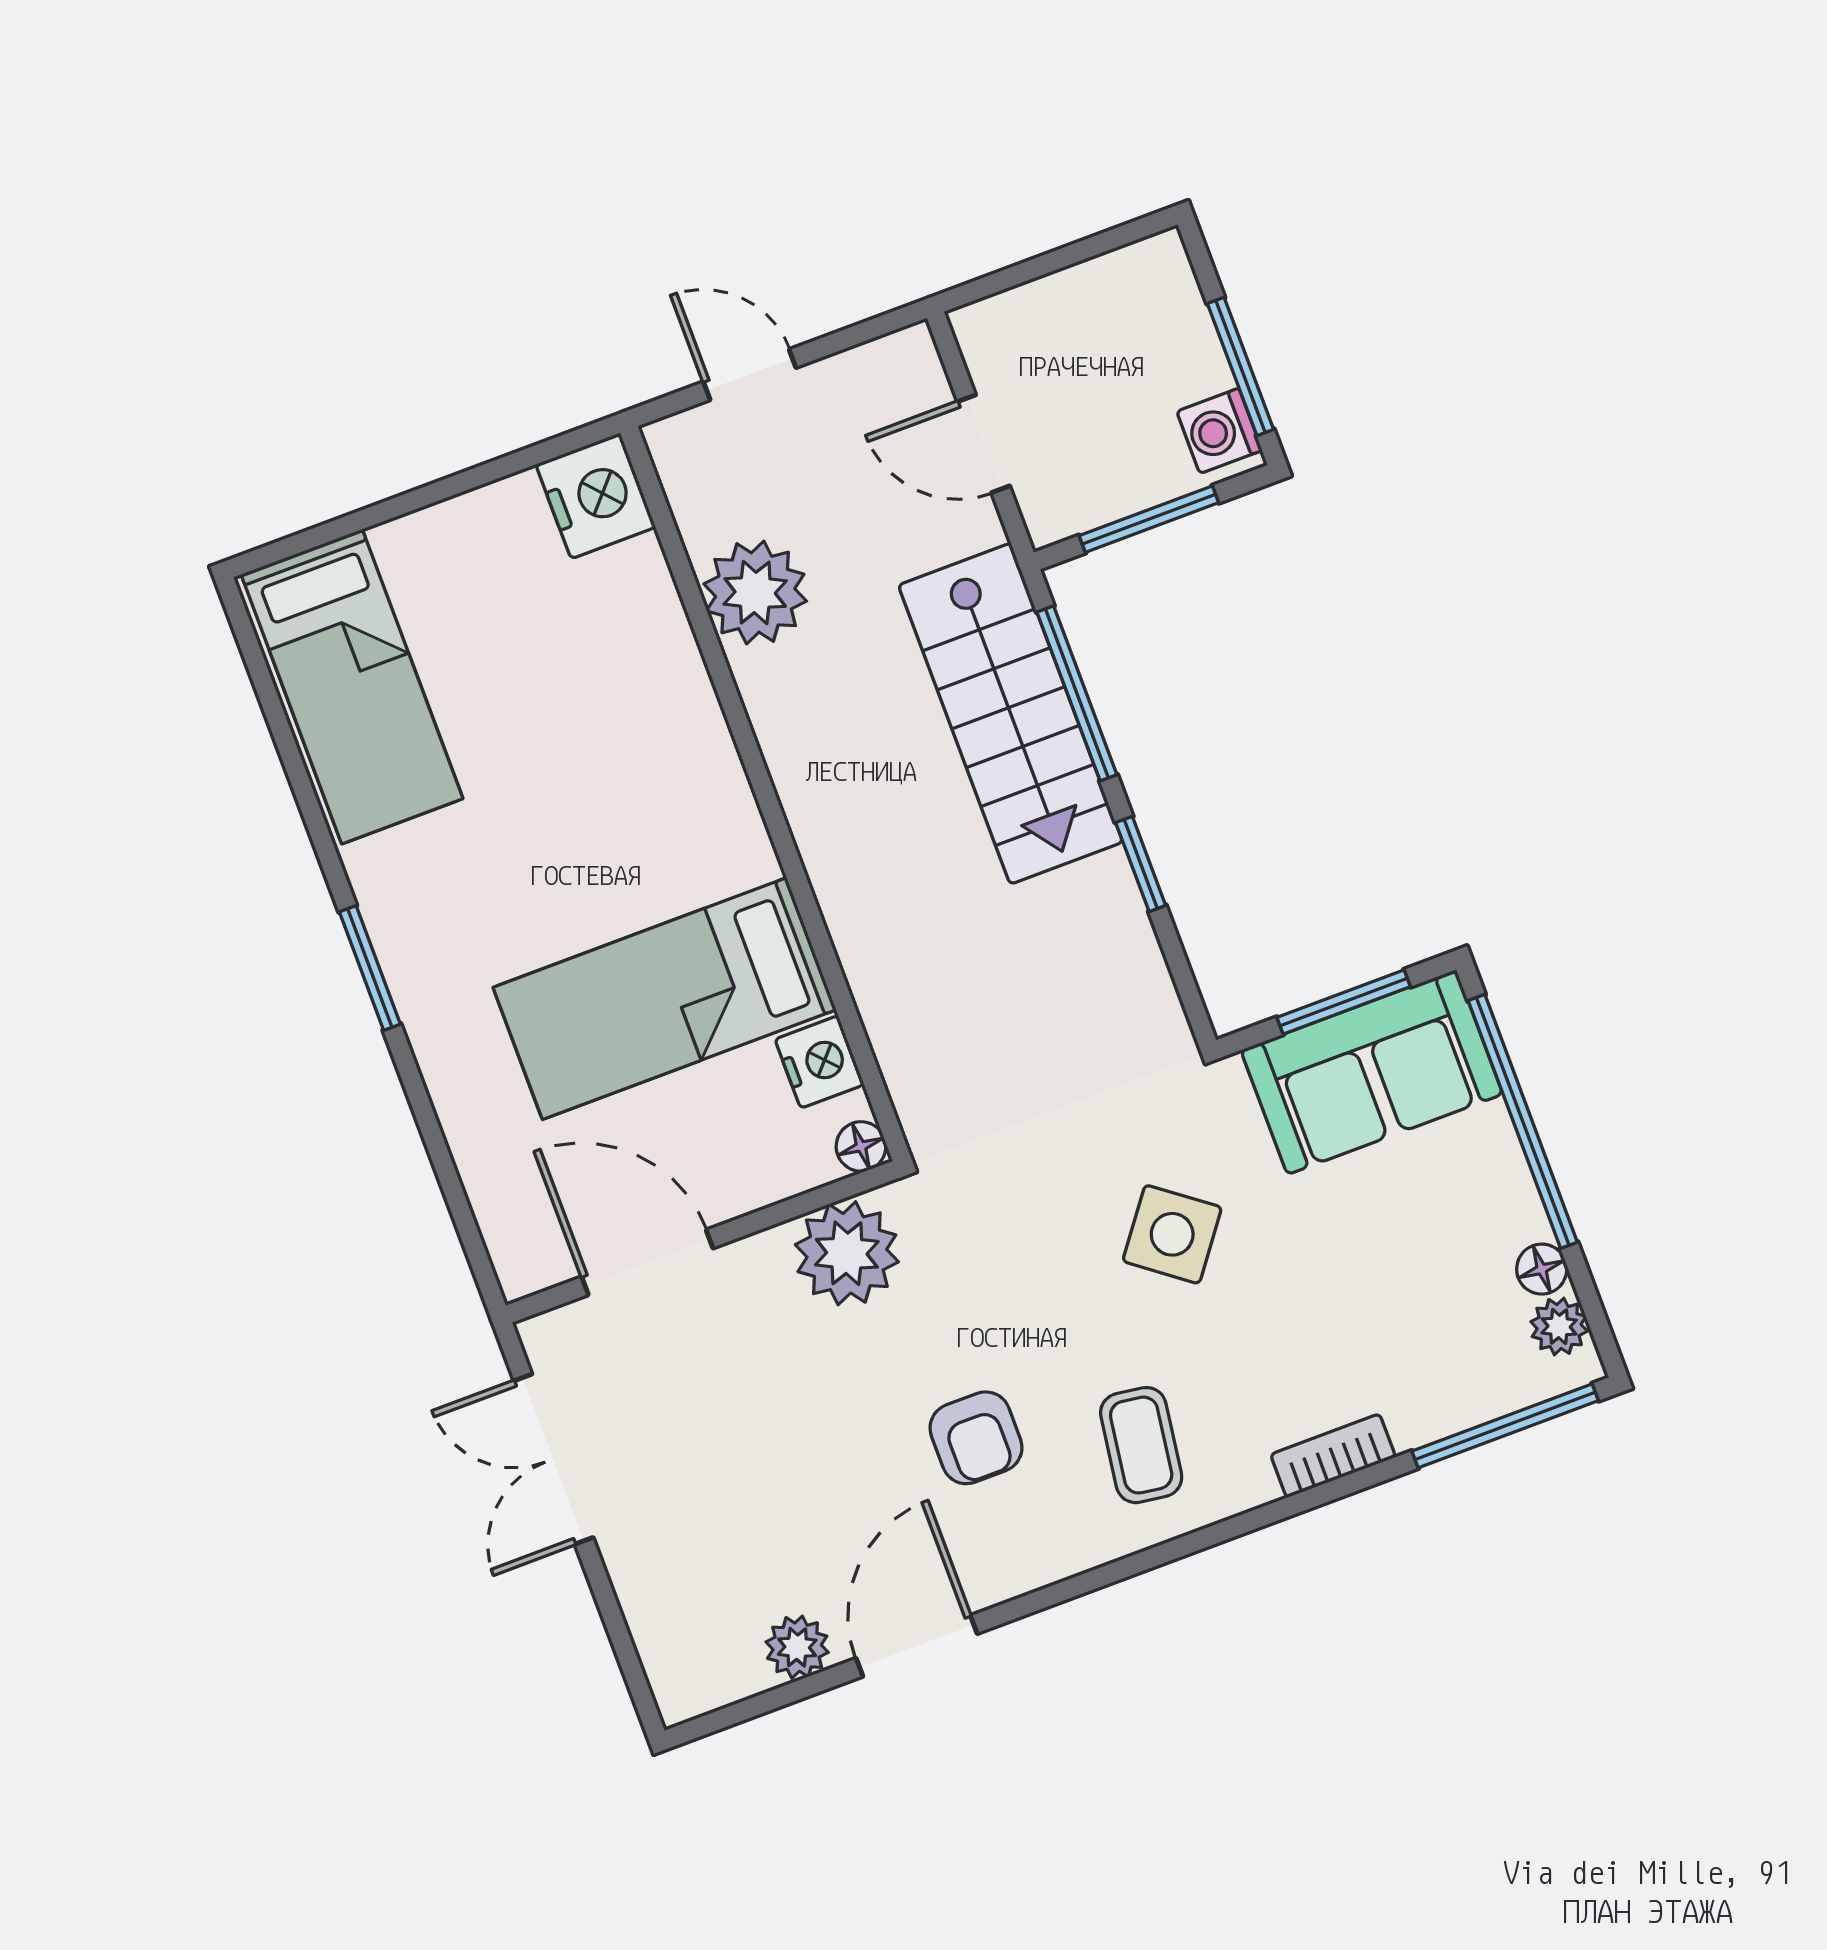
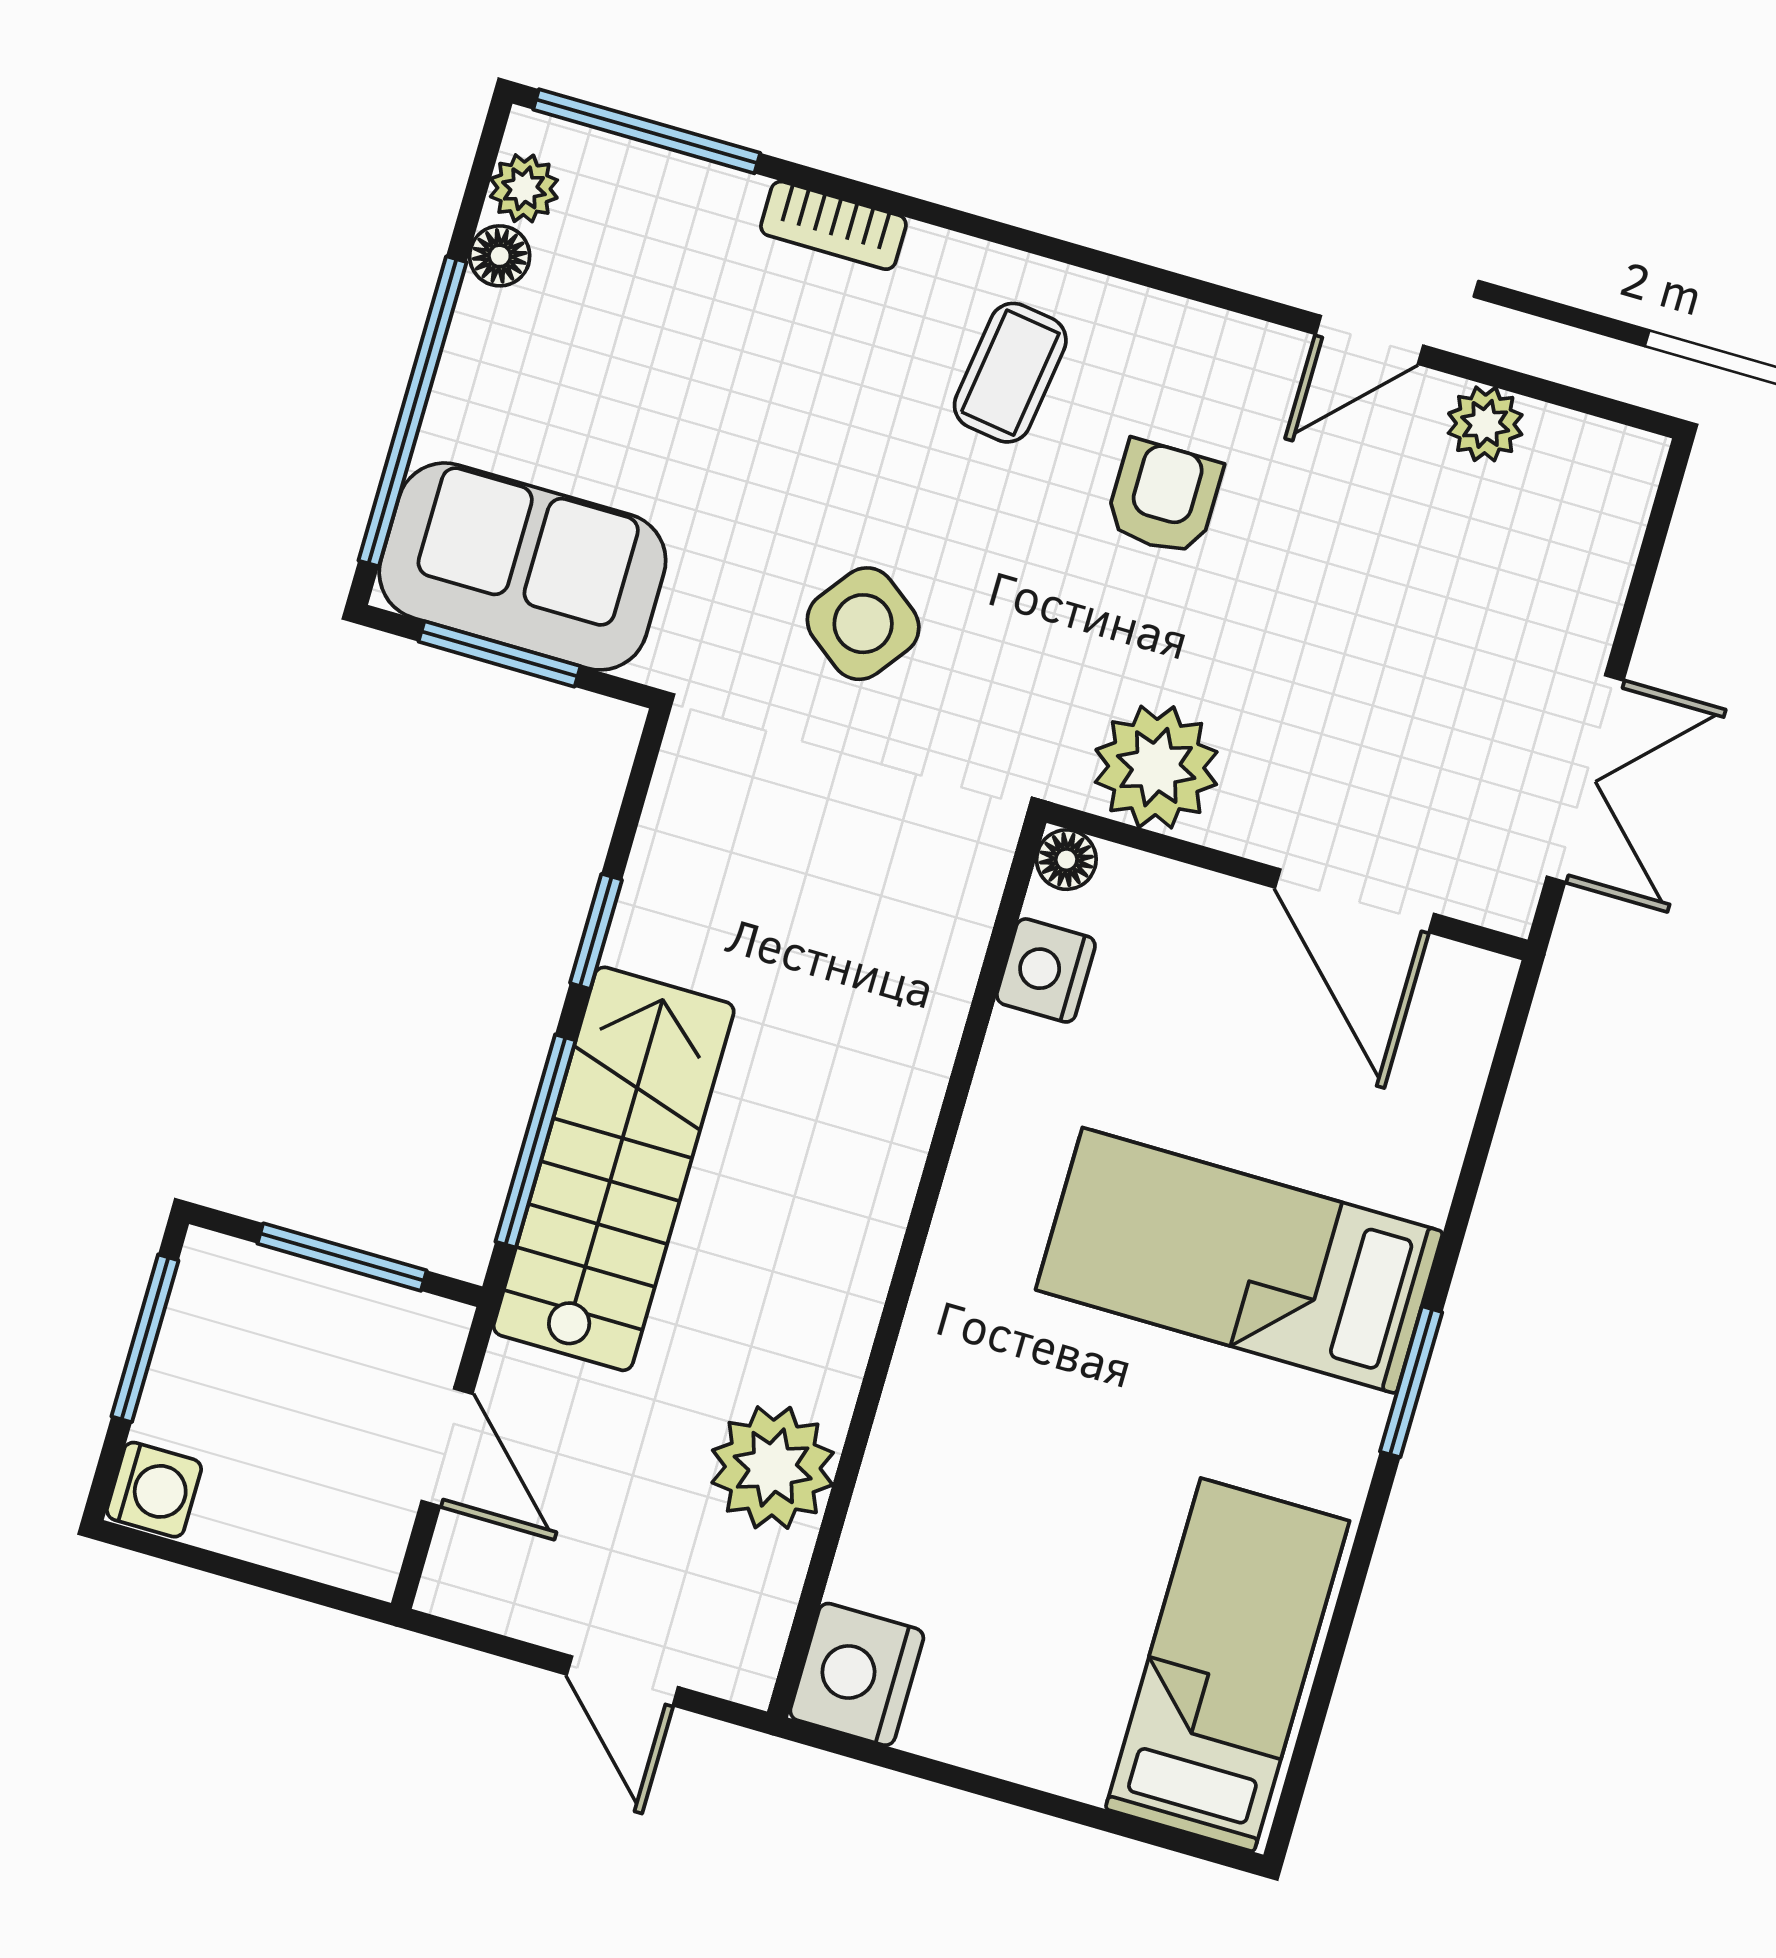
washing machine: (1219, 431) -> (154, 1490), moved
bed: (665, 999) -> (1239, 1261), moved, turned 180
side table: (1172, 1234) -> (863, 624), moved
door: (917, 1646) -> (1369, 340), width x0.73

